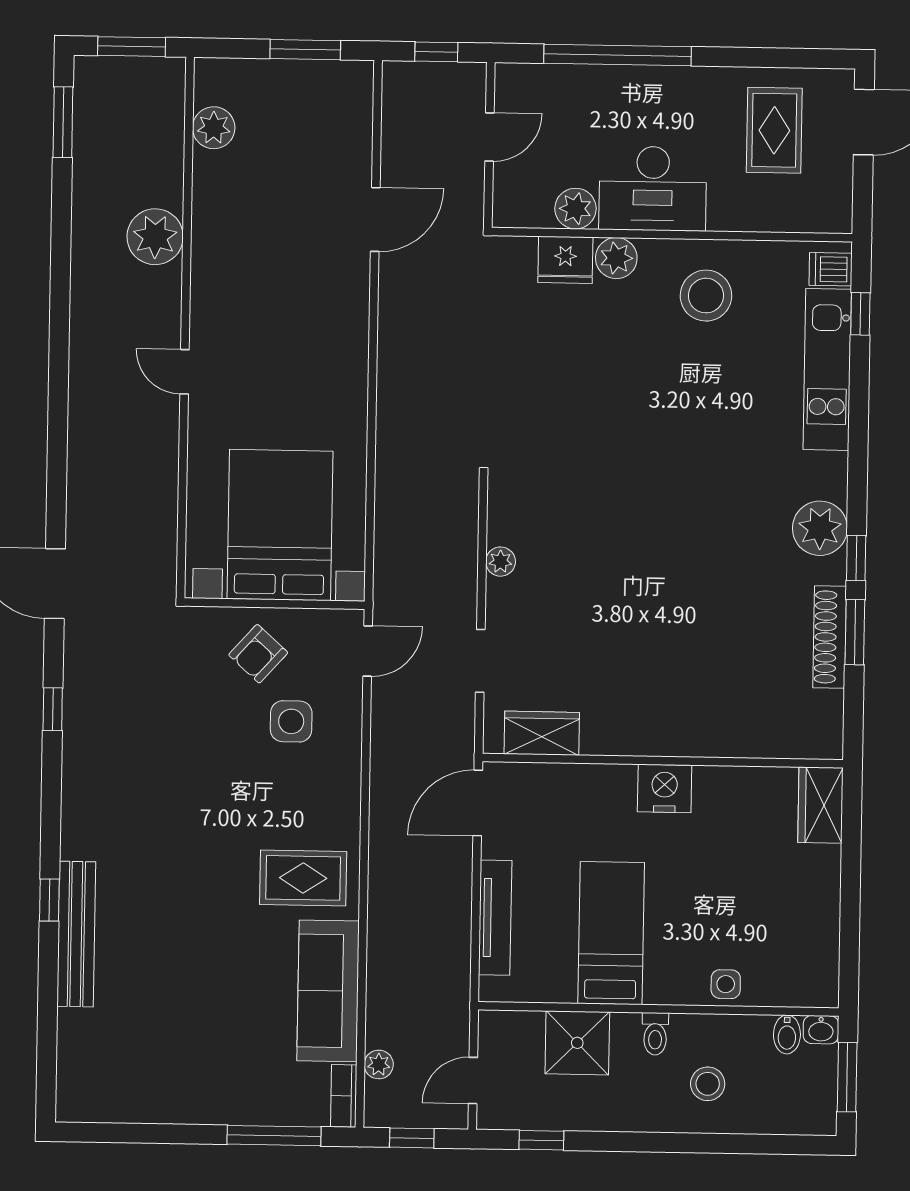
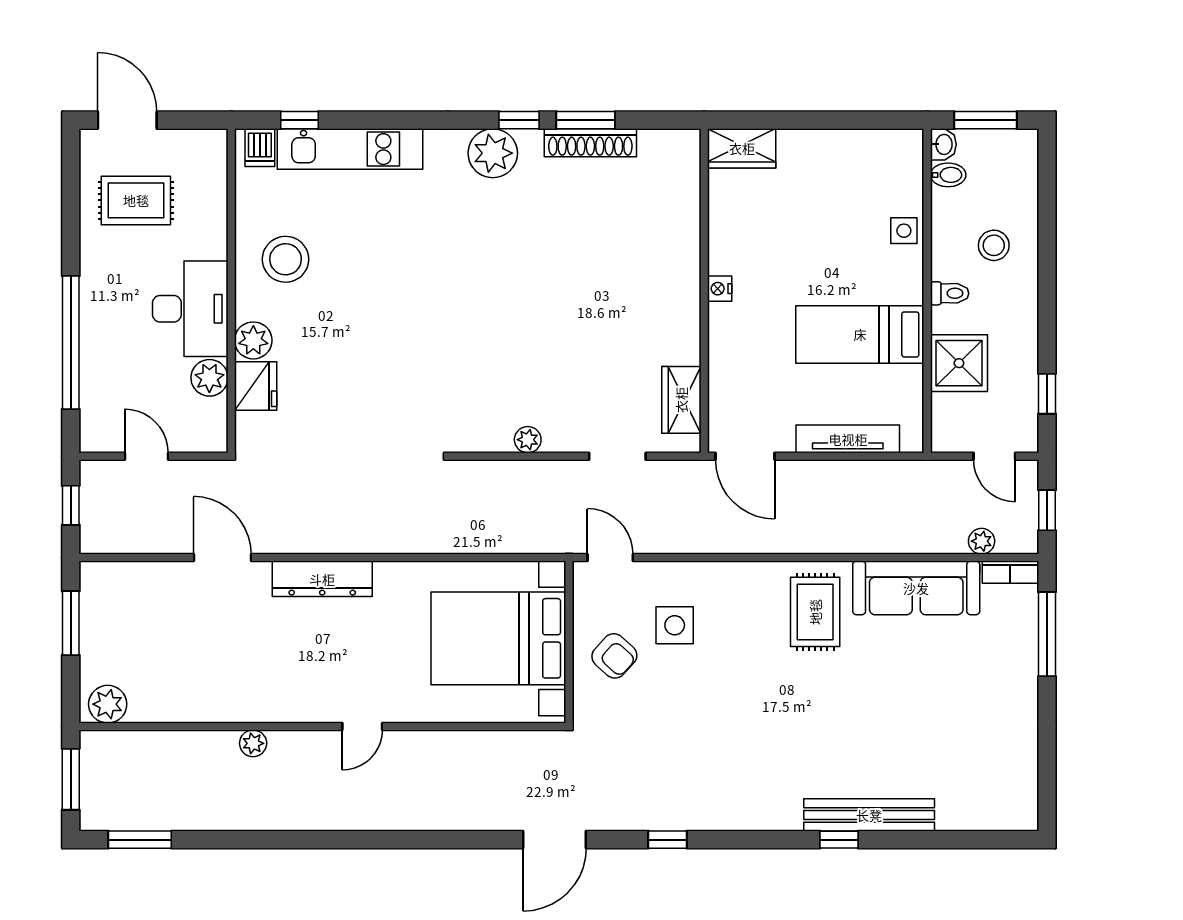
plant: (214, 128) -> (108, 704), moved
plant: (155, 237) -> (253, 743), width x0.53, depth x0.53
dresser: (350, 330) -> (322, 579), added
nightstand: (665, 788) -> (720, 289), width x0.53, depth x0.56

